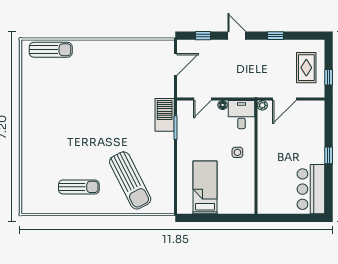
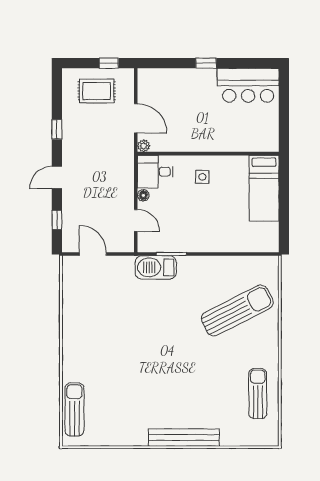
bench: (28, 138) -> (184, 438), added
sun lounger: (79, 187) -> (258, 394), moved
bed: (205, 187) -> (264, 188), moved, turned -90

